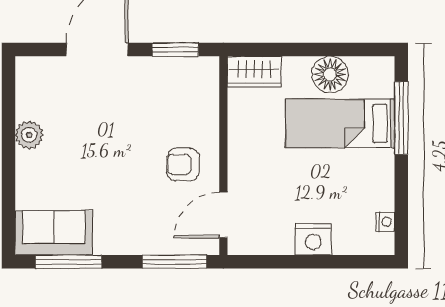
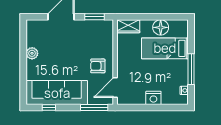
window: (401, 118) -> (191, 69), moved
sofa: (54, 233) -> (57, 93), width x1.85, depth x1.27
window: (69, 262) -> (49, 108), width x0.46

